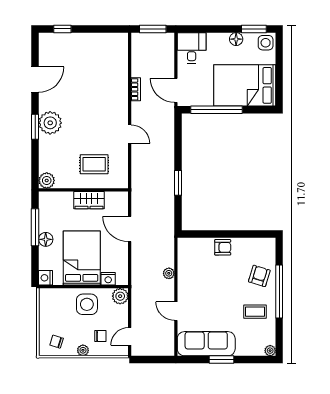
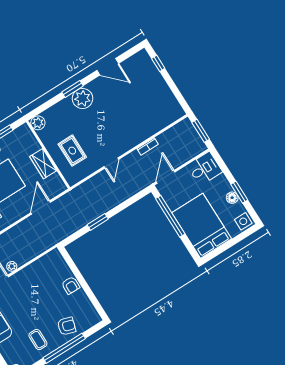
window: (254, 29) -> (239, 192), moved
plant: (169, 273) -> (12, 266), moved

